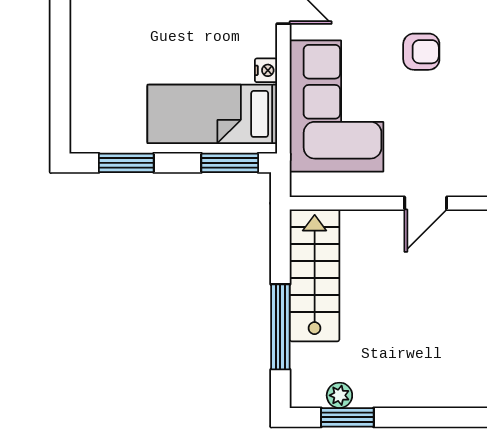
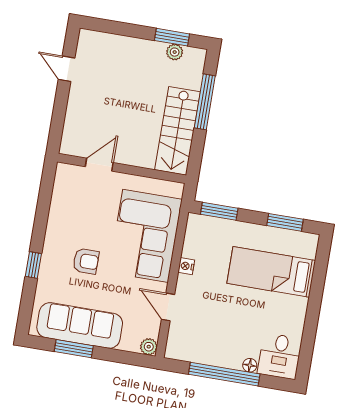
armchair: (421, 52) -> (86, 261), turned 180
bed: (212, 114) -> (271, 272), moved, turned 180

